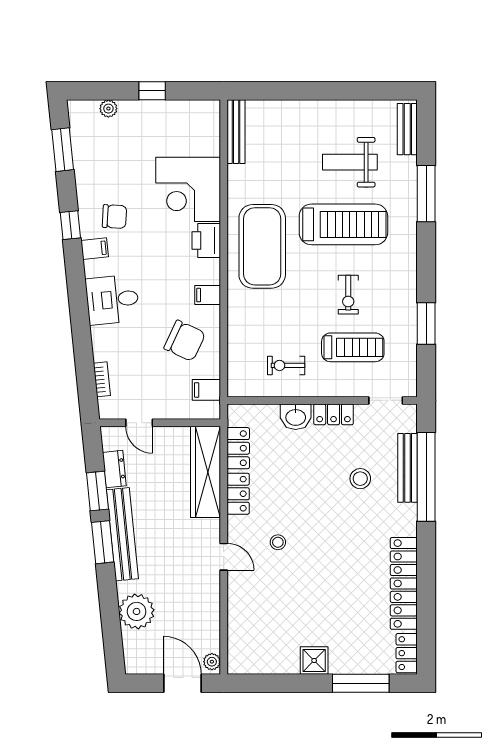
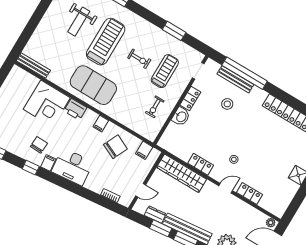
desk: (112, 300) -> (72, 167), width x1.37
locker: (238, 448) -> (249, 194), moved

